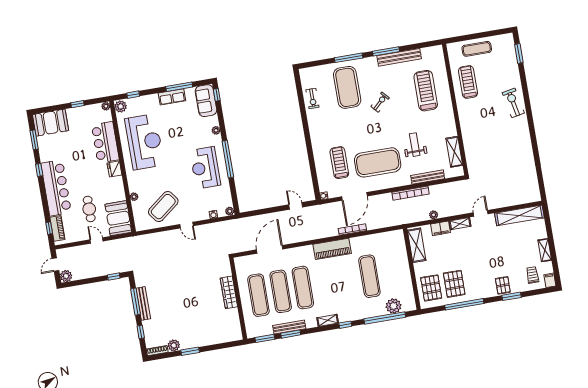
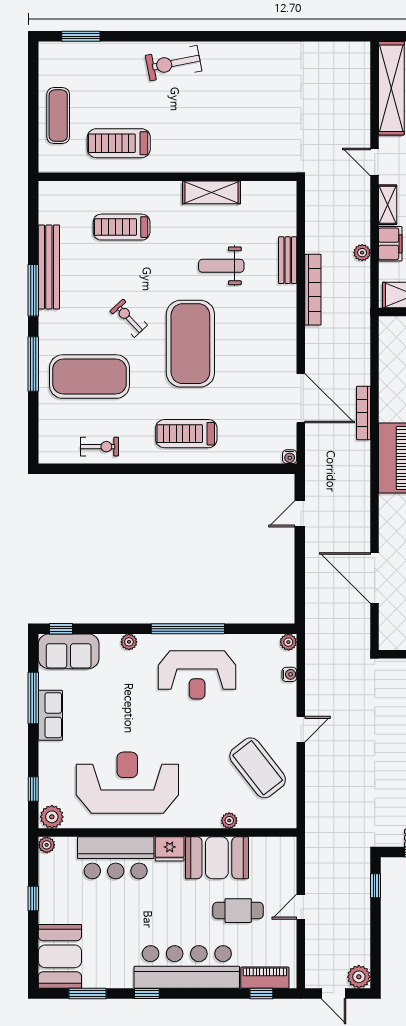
treadmill: (426, 91) -> (122, 227), width x0.73, depth x0.73
shelving: (454, 152) -> (211, 192), moved
exercise mat: (378, 162) -> (190, 344), moved
treadmill: (339, 163) -> (186, 434), moved
bench: (428, 177) -> (288, 260), width x0.73
booth: (118, 218) -> (217, 858), moved

